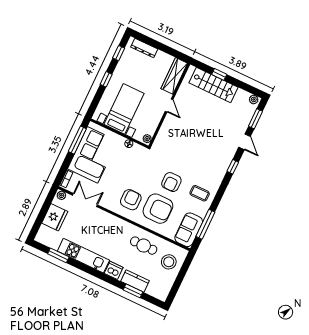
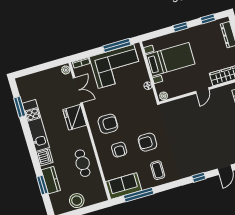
armchair: (158, 209) -> (119, 150), width x0.53, depth x0.53
fridge: (55, 217) -> (75, 117), moved, turned 90
stool: (169, 262) -> (77, 201), moved

